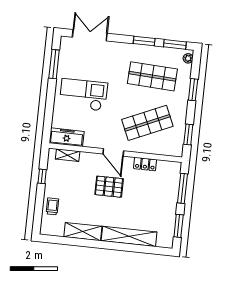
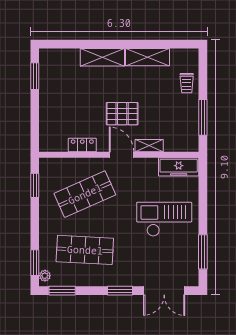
window: (144, 41) -> (120, 291), moved
window: (193, 90) -> (35, 263), moved
checkout: (83, 95) -> (164, 219), turned 180
shelving: (68, 155) -> (149, 146), moved
window: (42, 176) -> (203, 117), width x2.17
window: (183, 188) -> (35, 121), removed
shelving: (129, 236) -> (102, 57), width x0.68

